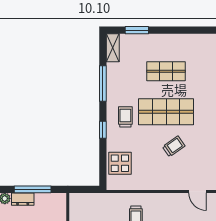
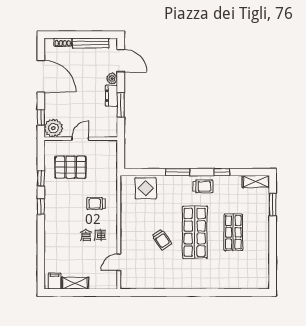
window: (103, 83) -> (222, 172), width x0.46
trolley: (125, 117) -> (203, 186), moved
window: (103, 130) -> (178, 172), width x1.50
window: (33, 189) -> (121, 105), width x0.69

